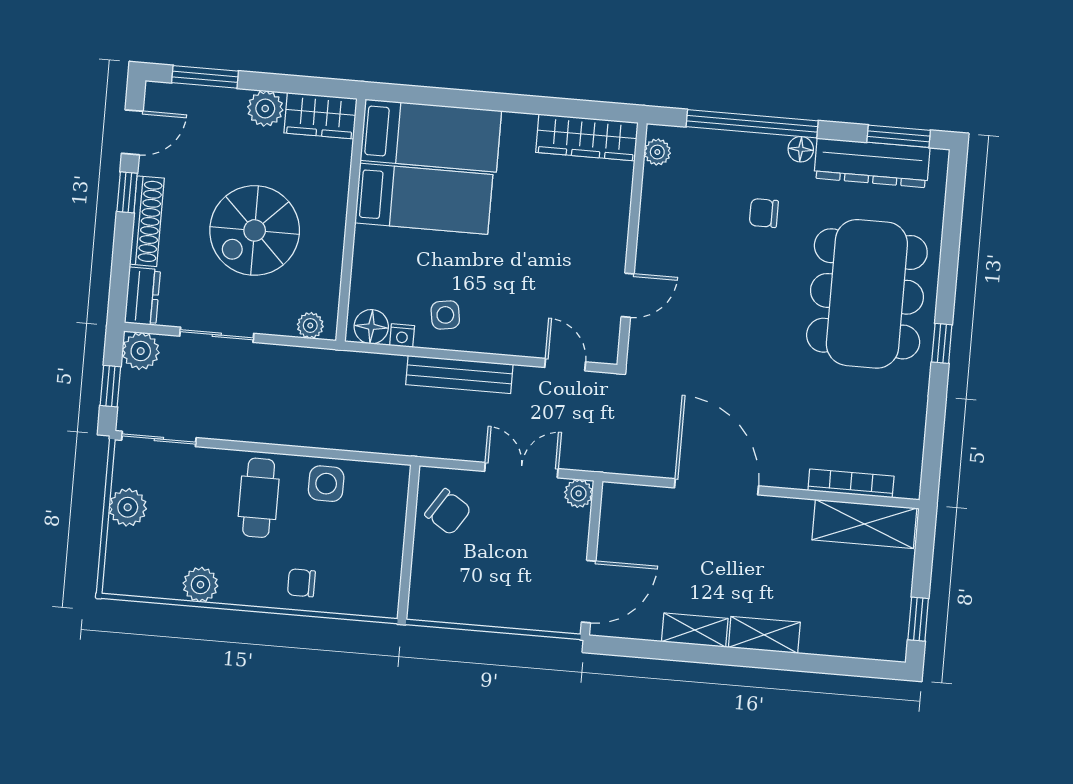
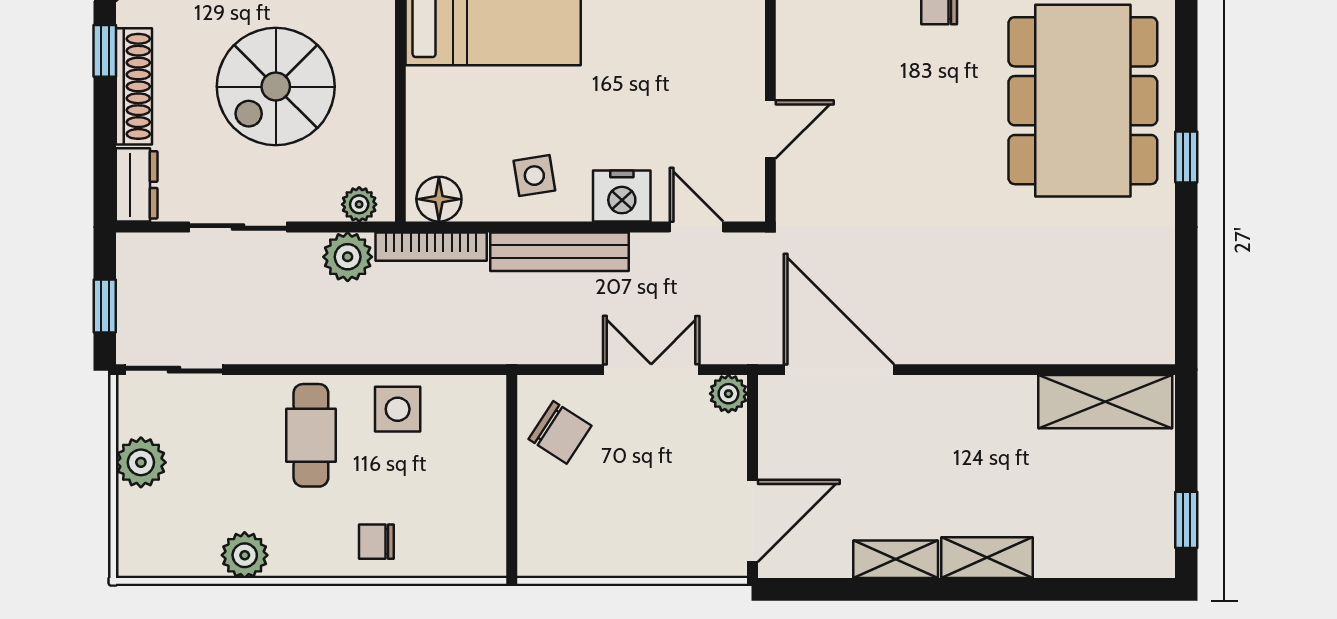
nightstand: (402, 336) -> (622, 196), moved, width x1.89, depth x1.79
plant: (141, 351) -> (348, 257), moved
bookcase: (851, 483) -> (431, 247), moved, turned 180
door: (716, 487) -> (839, 370), moved

